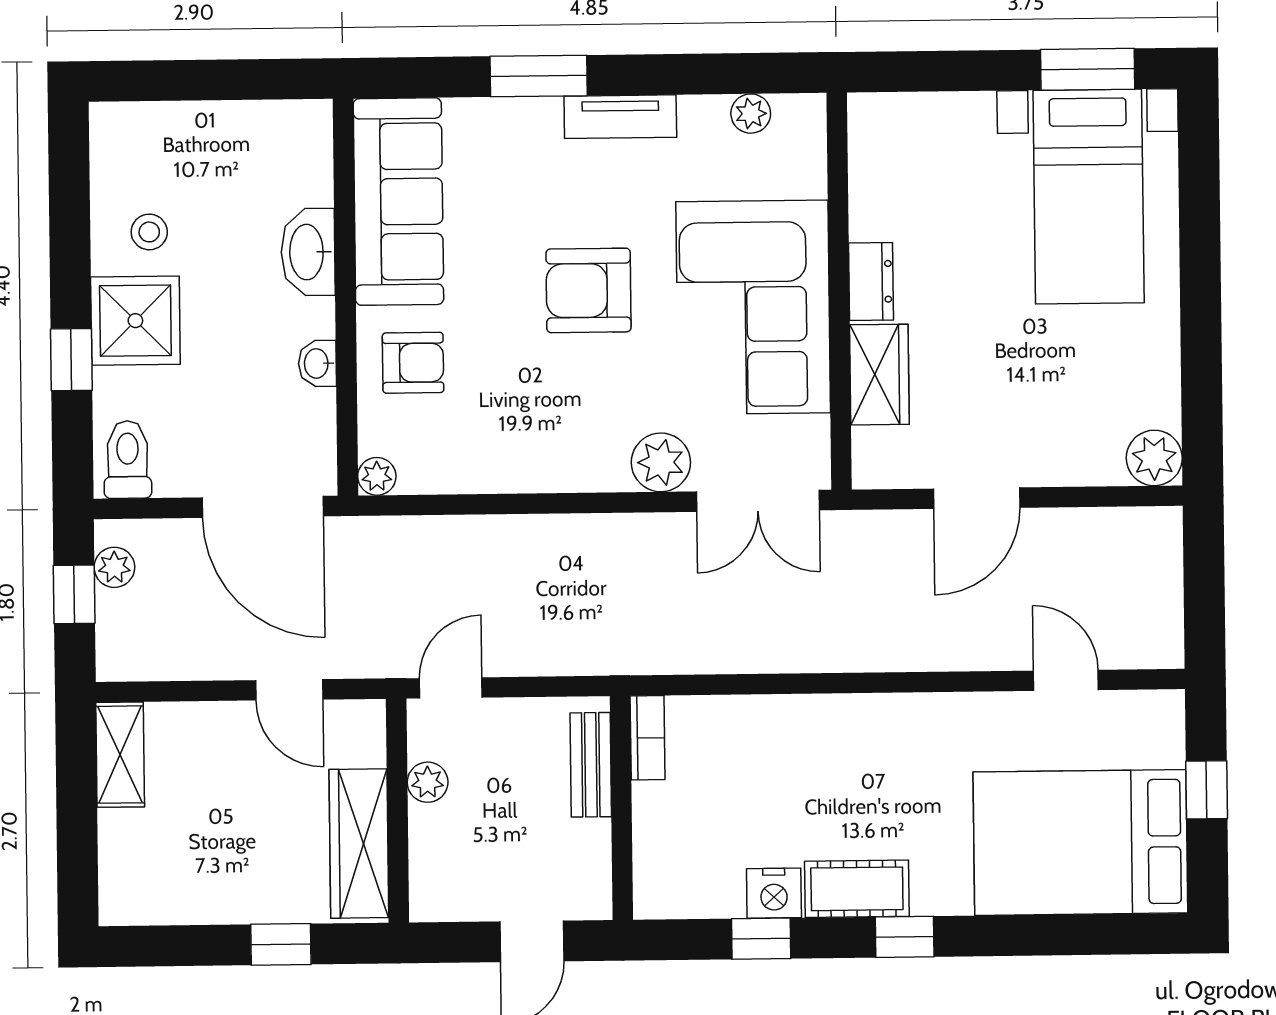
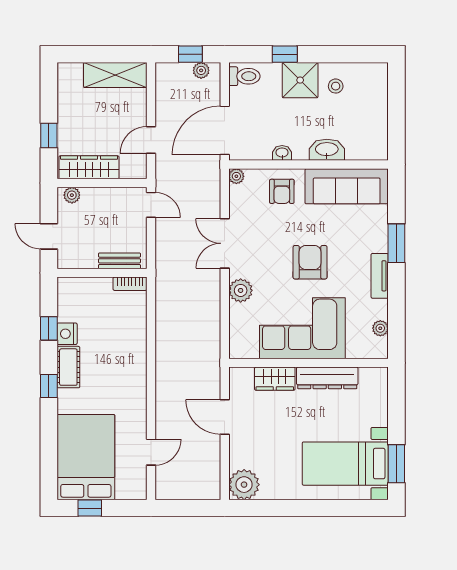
dresser: (871, 282) -> (327, 378), width x1.96, depth x1.24
plant: (1154, 458) -> (244, 485), width x1.36, depth x1.36
double door: (758, 501) -> (225, 243), moved
shelving: (120, 755) -> (115, 75), width x1.50, depth x1.33
plant: (428, 782) -> (72, 195), moved
window: (1207, 790) -> (90, 508), moved

